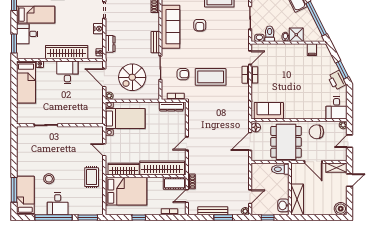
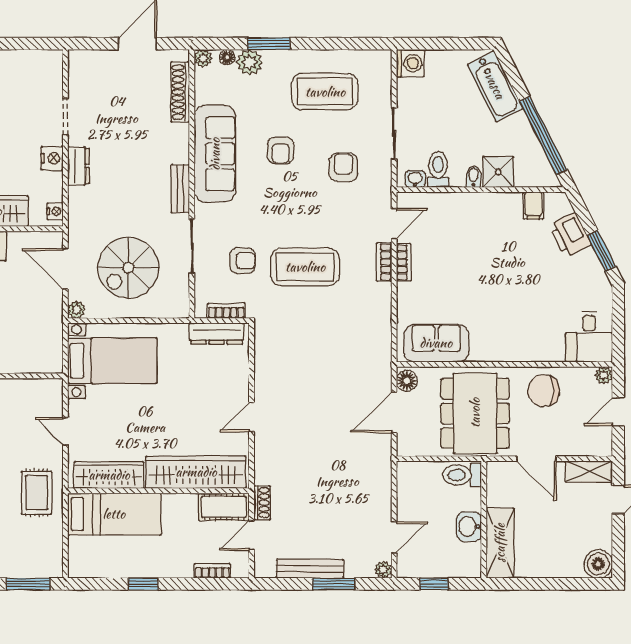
armchair: (228, 33) -> (343, 167), added
dresser: (110, 44) -> (78, 166), moved
printer: (337, 80) -> (570, 235), moved
bed: (126, 191) -> (114, 514), width x0.67
washbasin: (283, 205) -> (469, 527), moved

